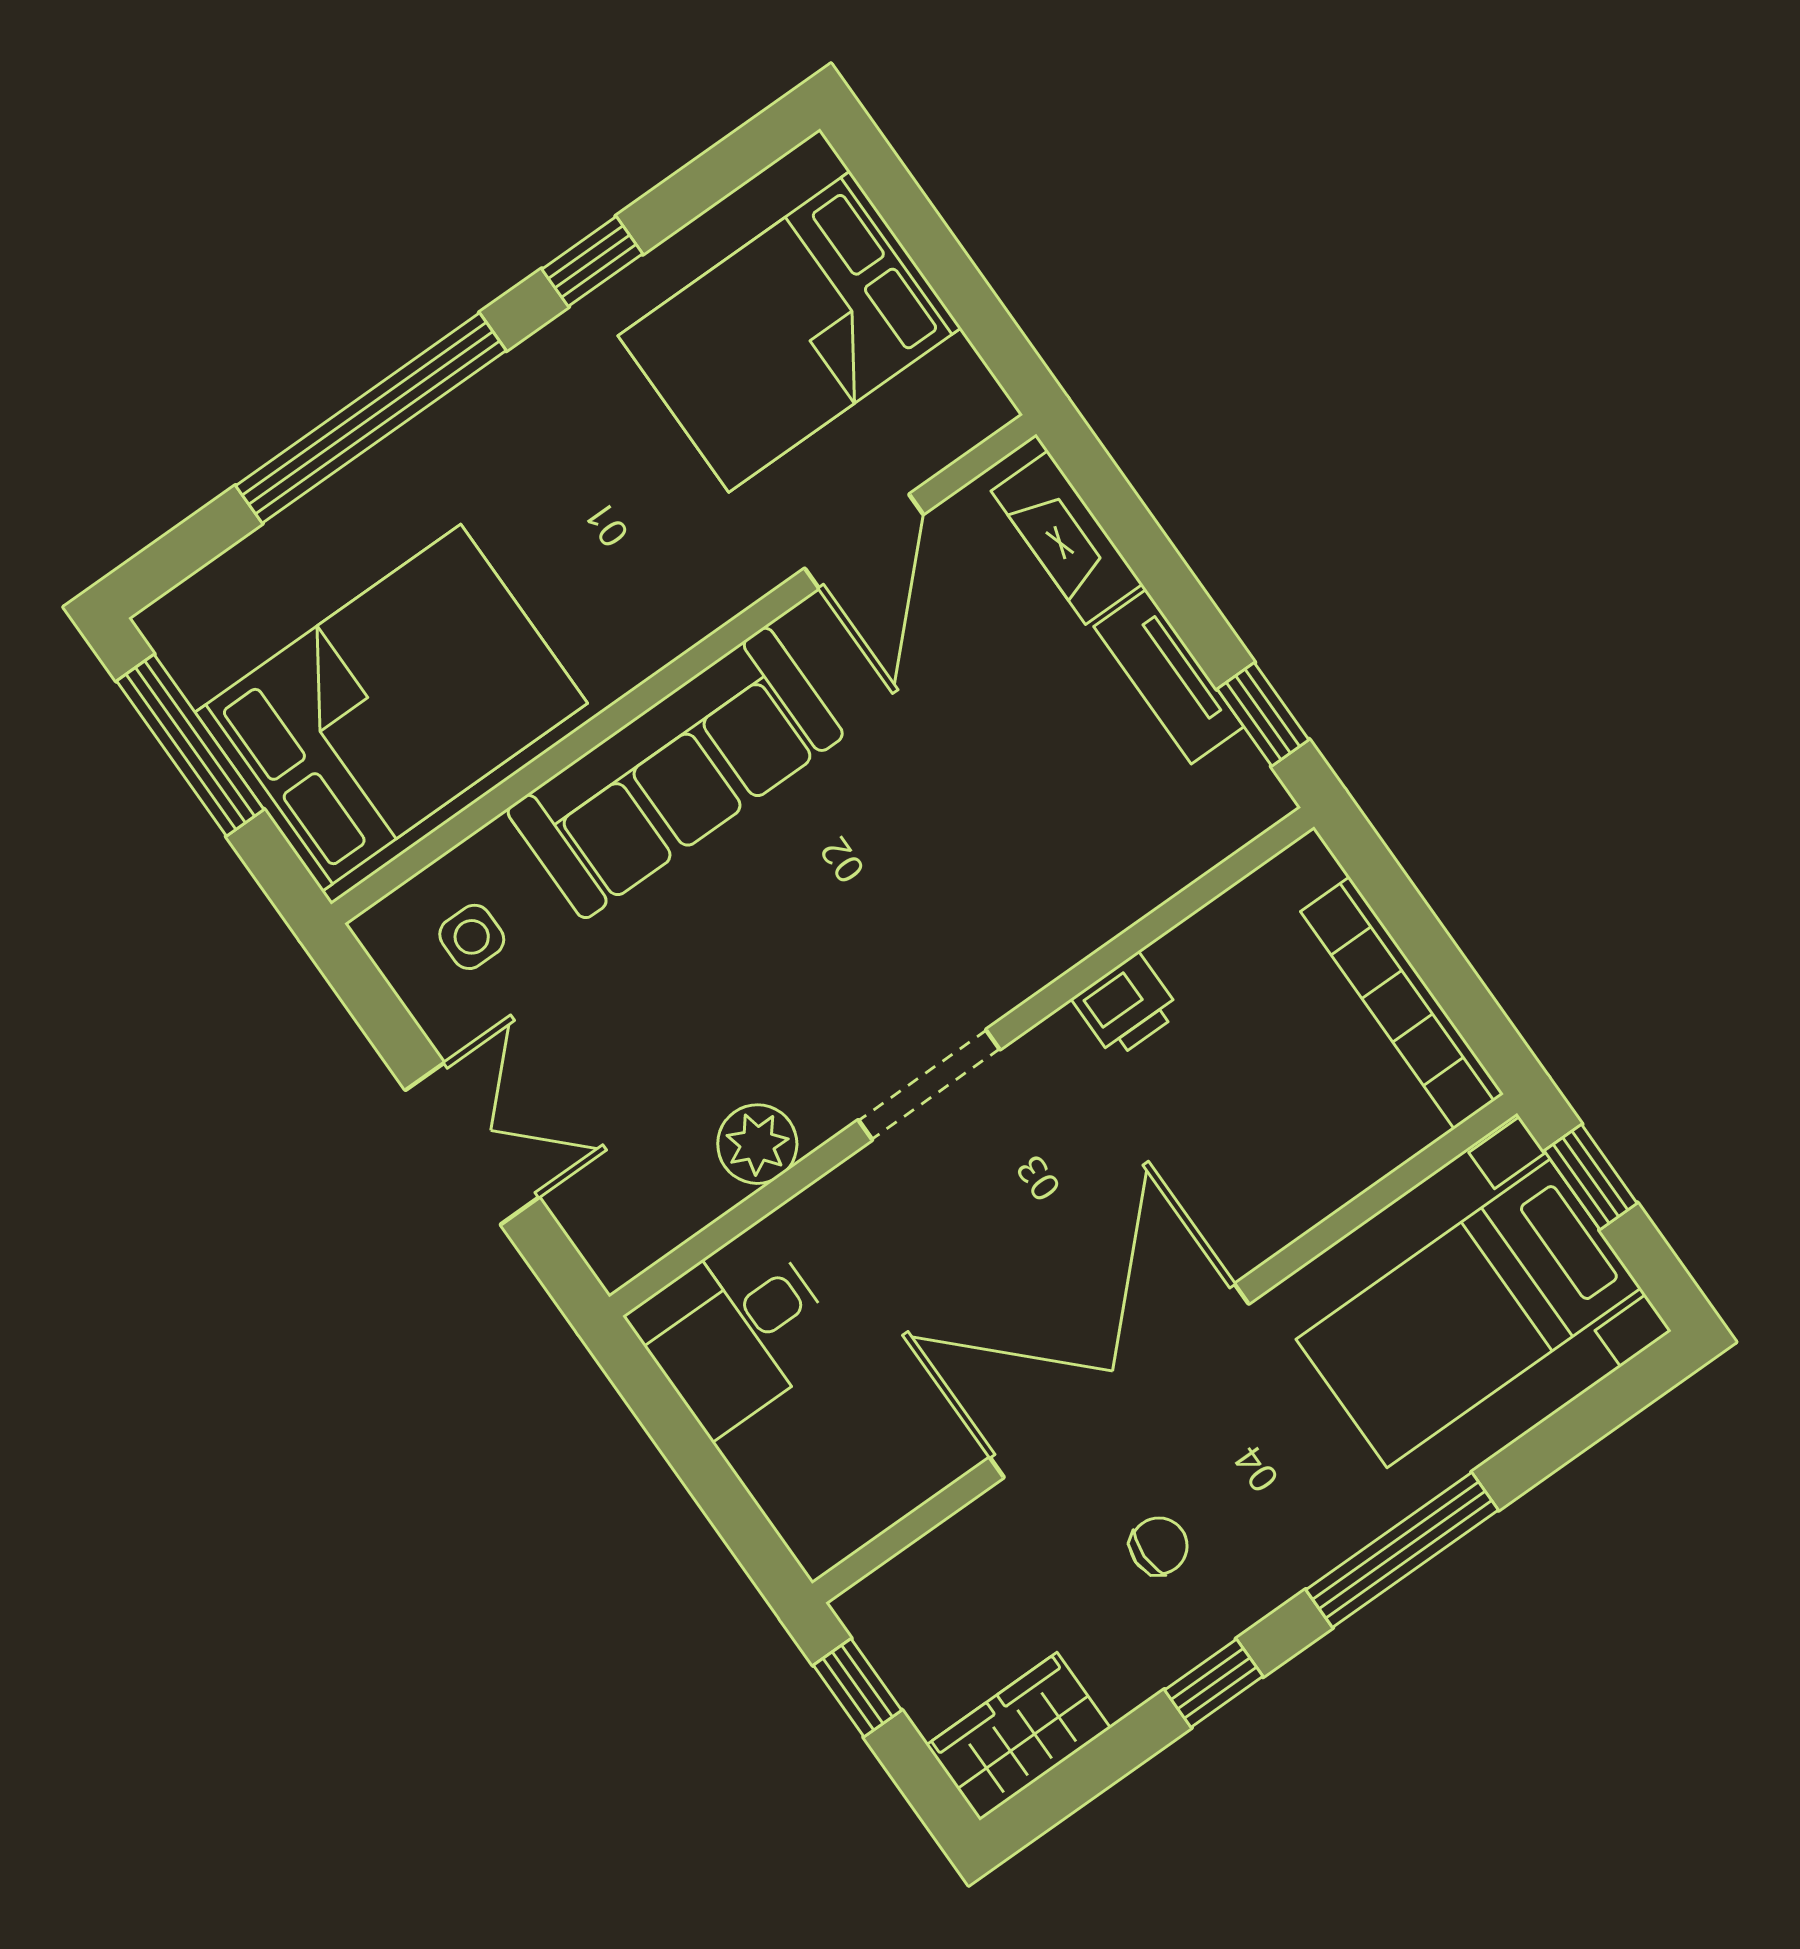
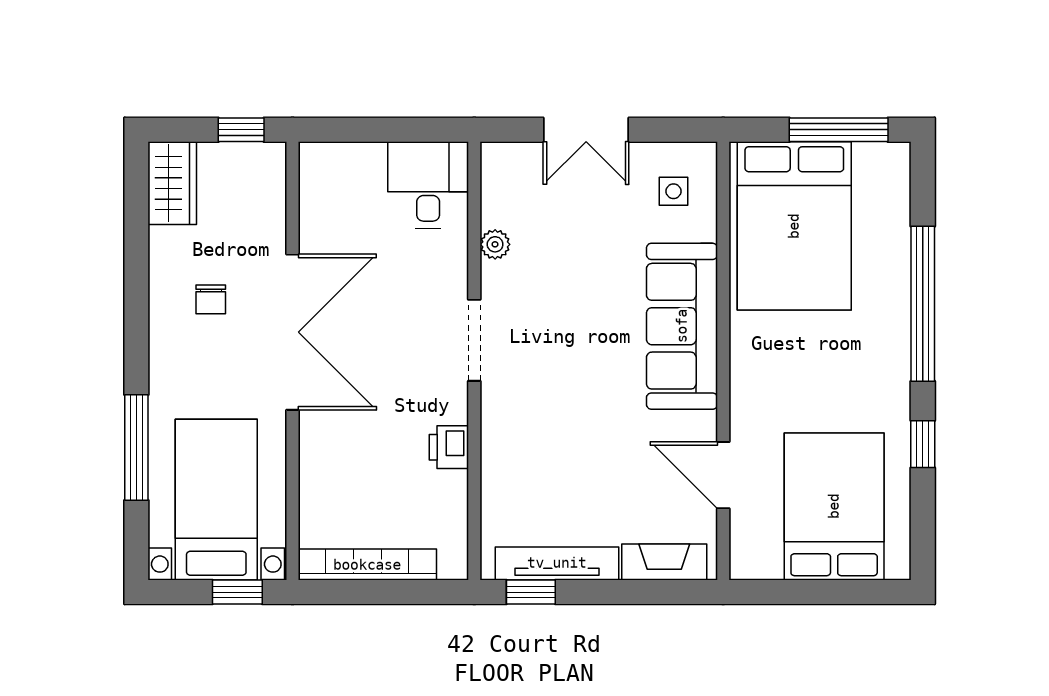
tv unit: (1169, 677) -> (557, 563), width x1.41
plant: (757, 1144) -> (495, 244), width x0.73, depth x0.73
window: (1402, 1550) -> (136, 447), moved
window: (1214, 1683) -> (136, 281), removed

